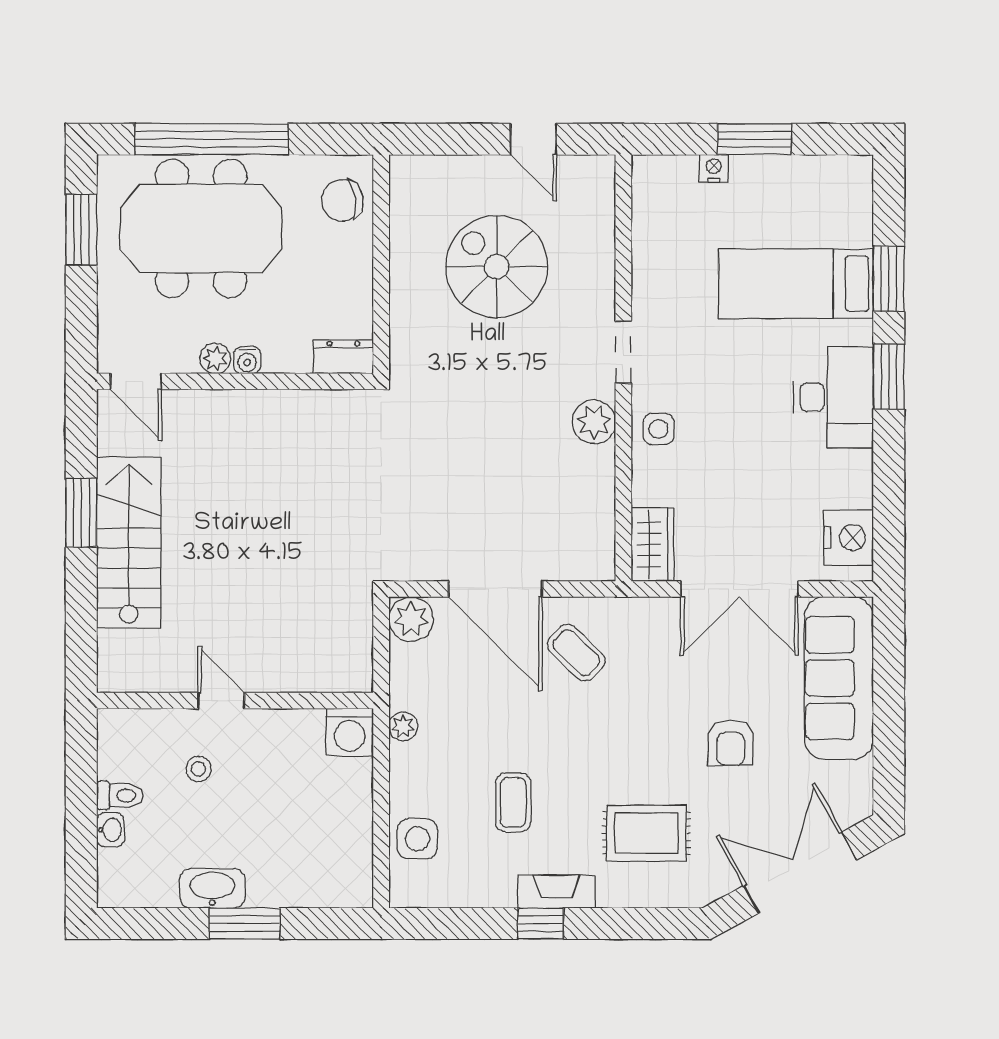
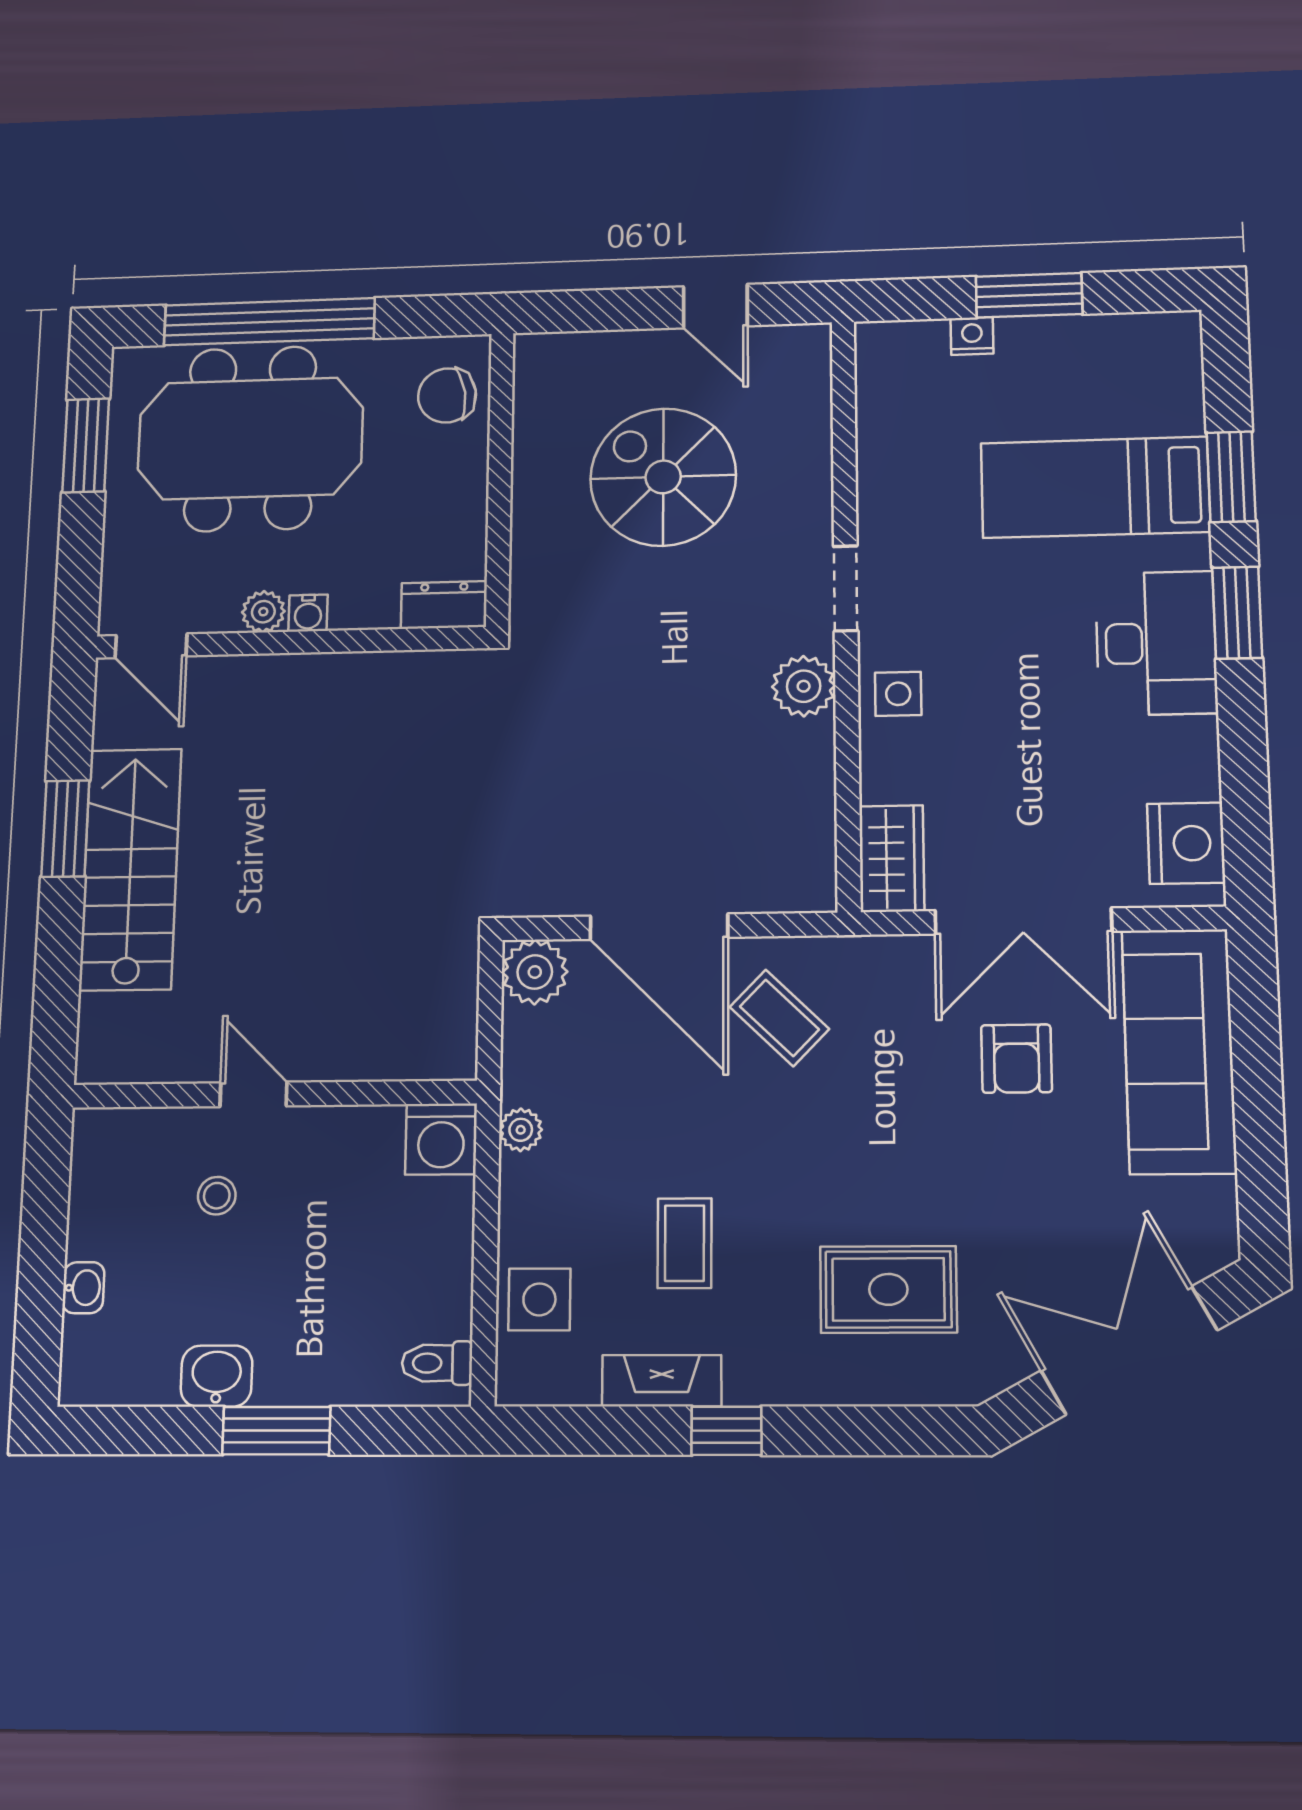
armchair: (731, 743) -> (1016, 1059), moved
toilet: (120, 795) -> (437, 1363), moved, turned 180
washbasin: (212, 888) -> (217, 1376), width x0.72
fireplace: (556, 892) -> (662, 1381), moved

